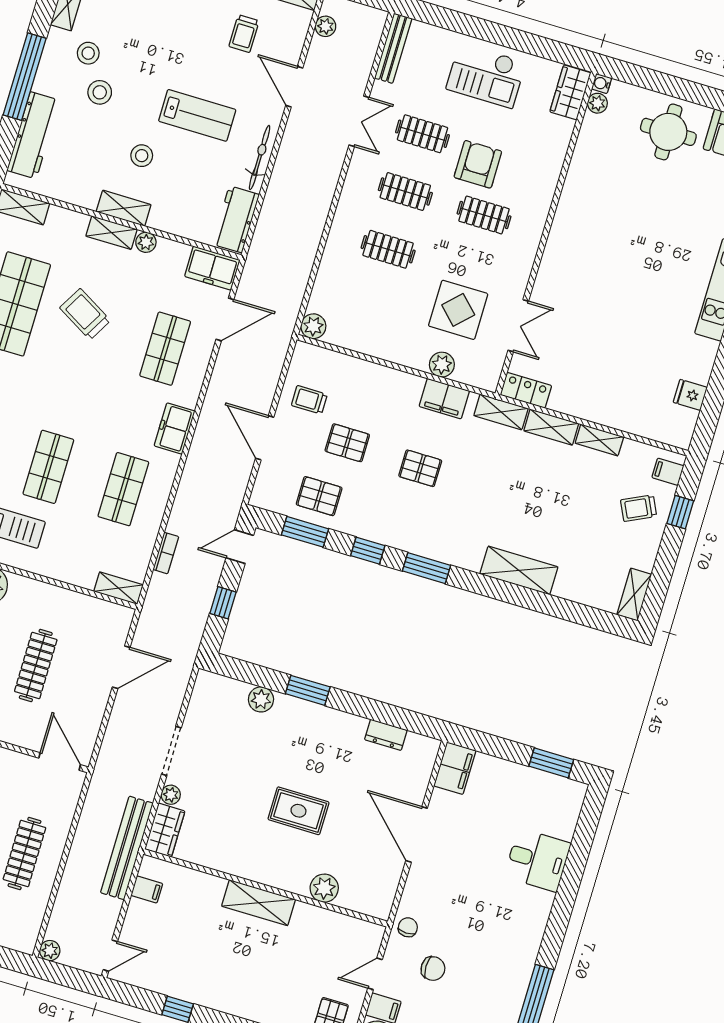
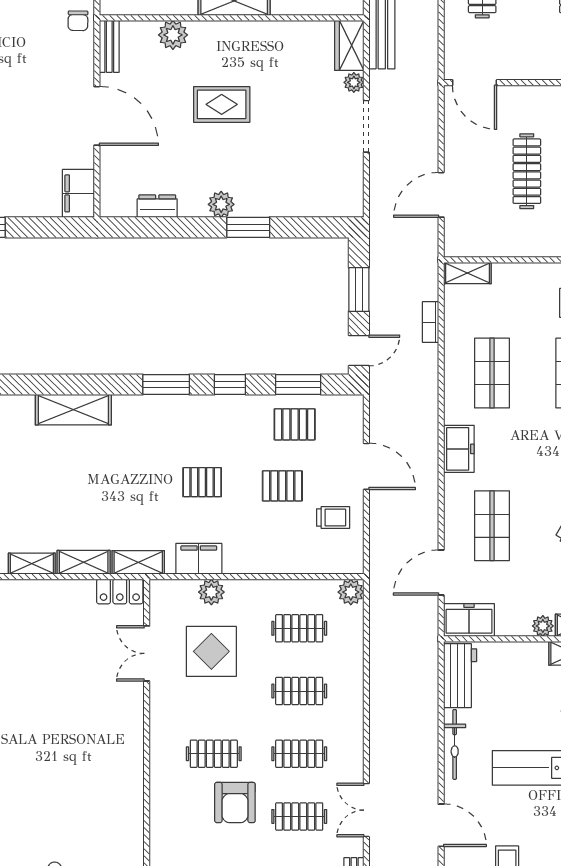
clothes rail: (371, 307) -> (299, 628), added
window: (223, 603) -> (359, 289), width x1.50
plant: (261, 699) -> (221, 204), moved
bench: (386, 895) -> (109, 46), added

